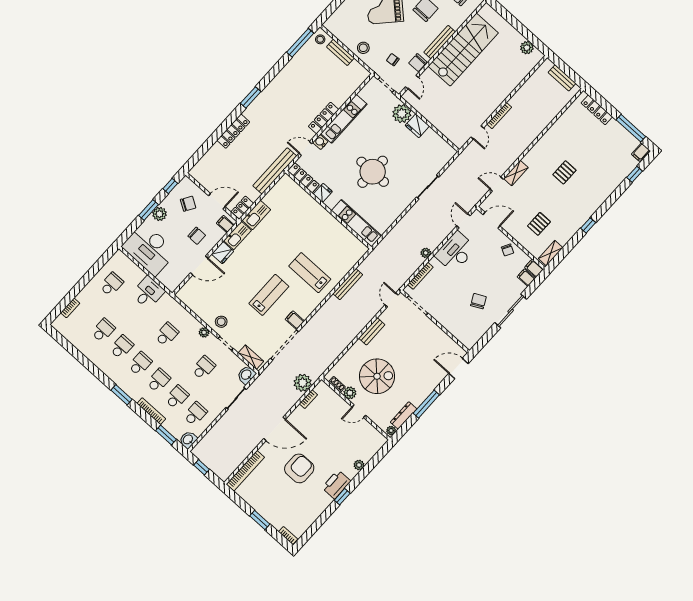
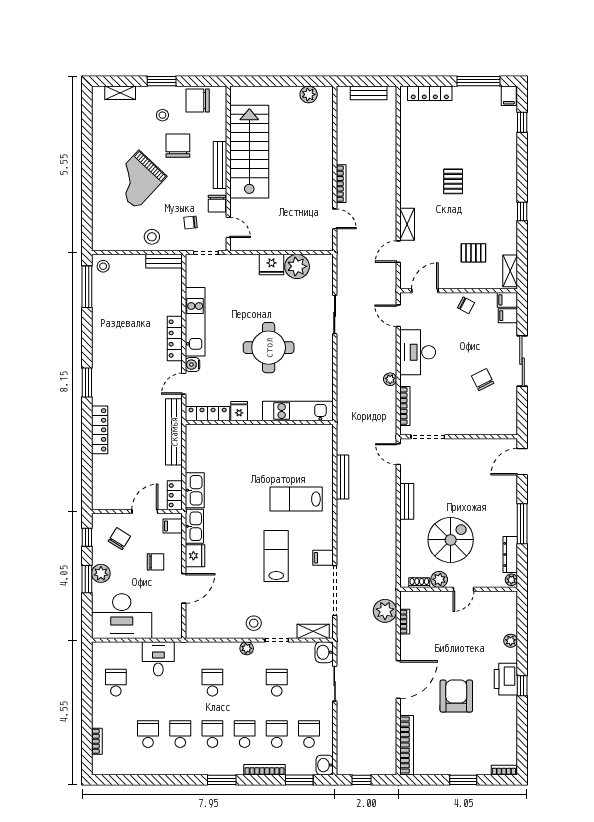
bench: (340, 52) -> (164, 261), moved
plant: (402, 114) -> (297, 266), moved
pallet: (539, 224) -> (473, 253), turned 90

